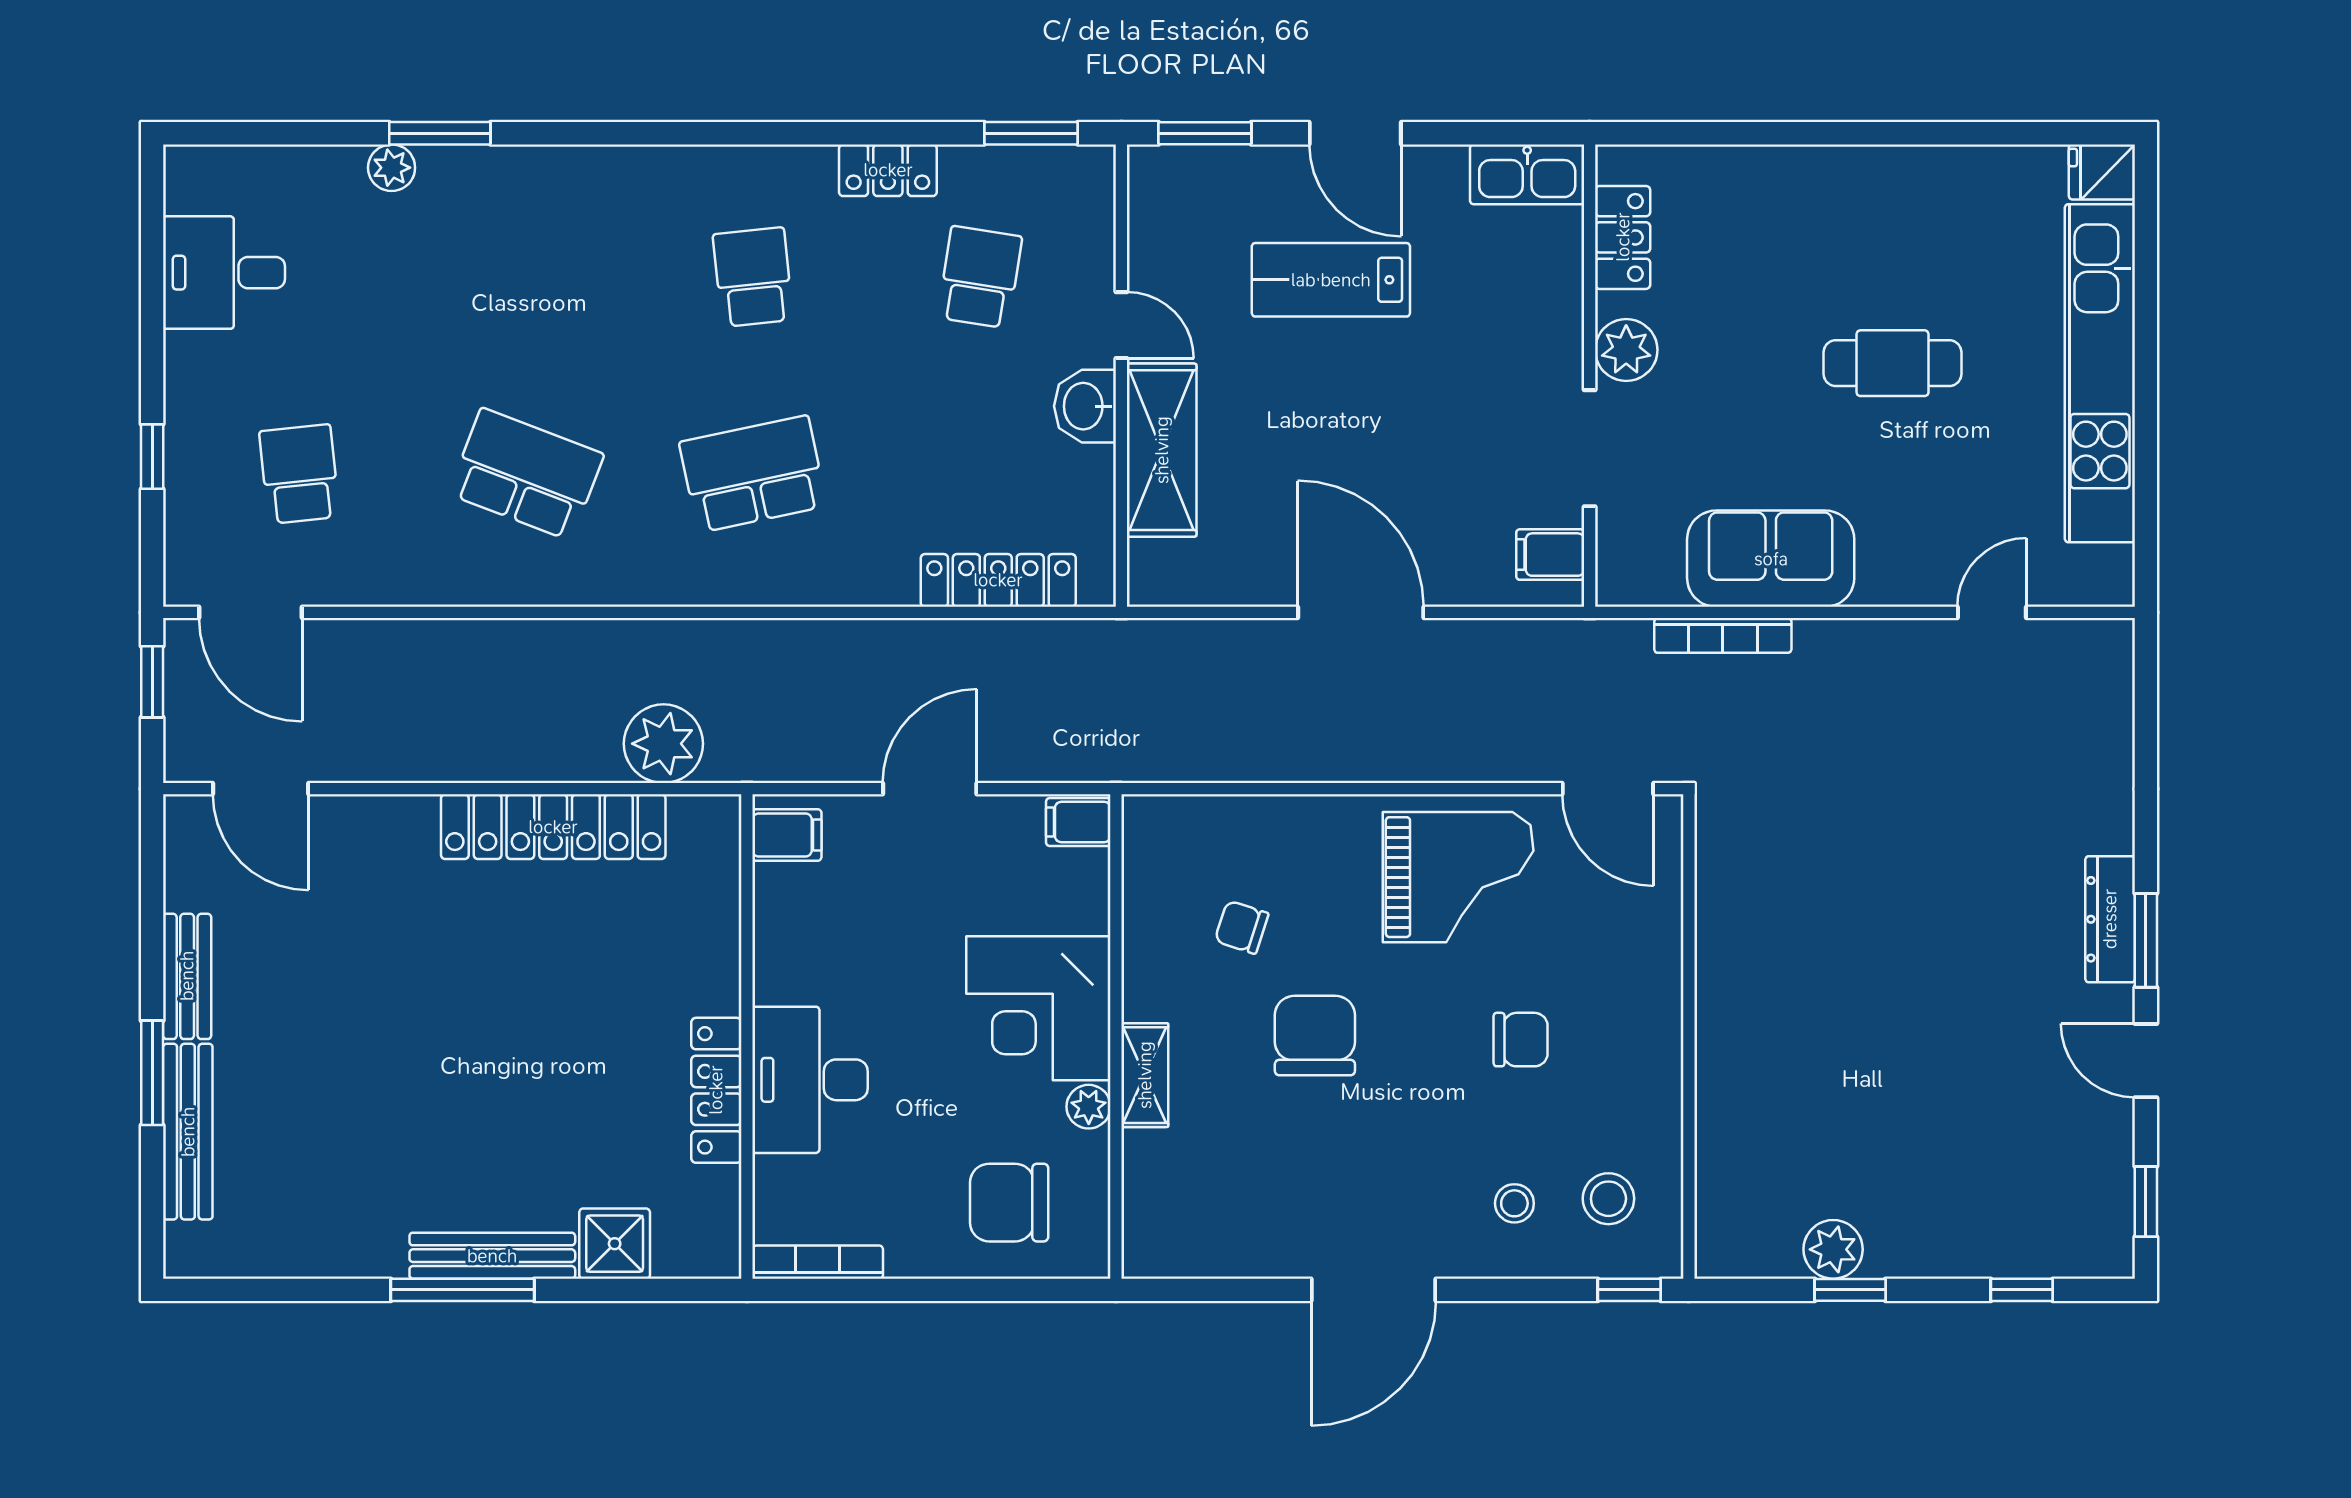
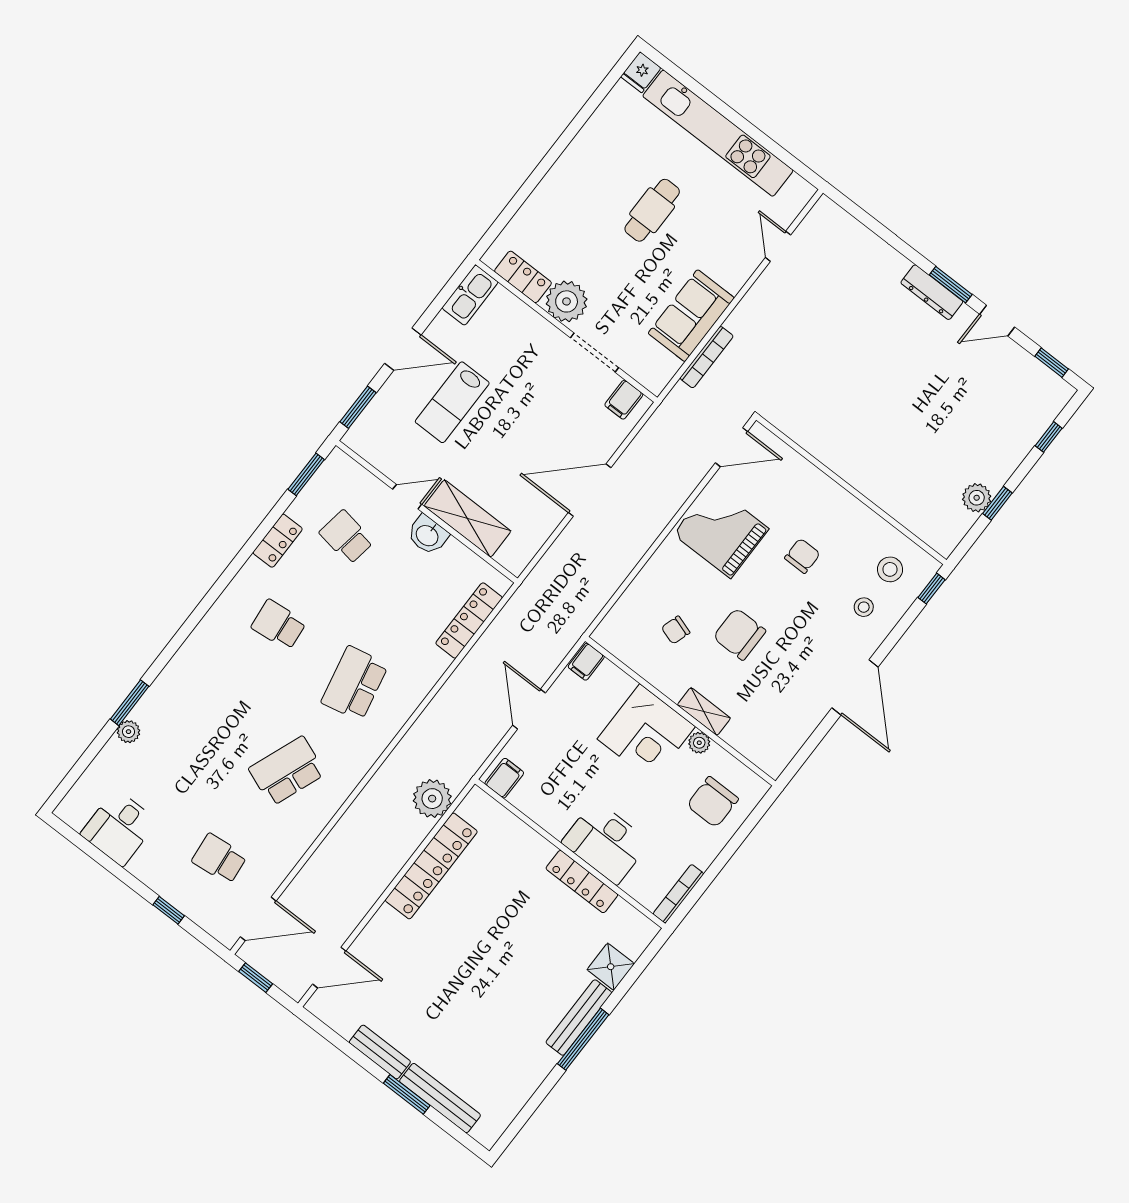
plant: (1626, 350) -> (567, 301), width x1.36, depth x1.36
grand piano: (1458, 877) -> (721, 531), turned -90

